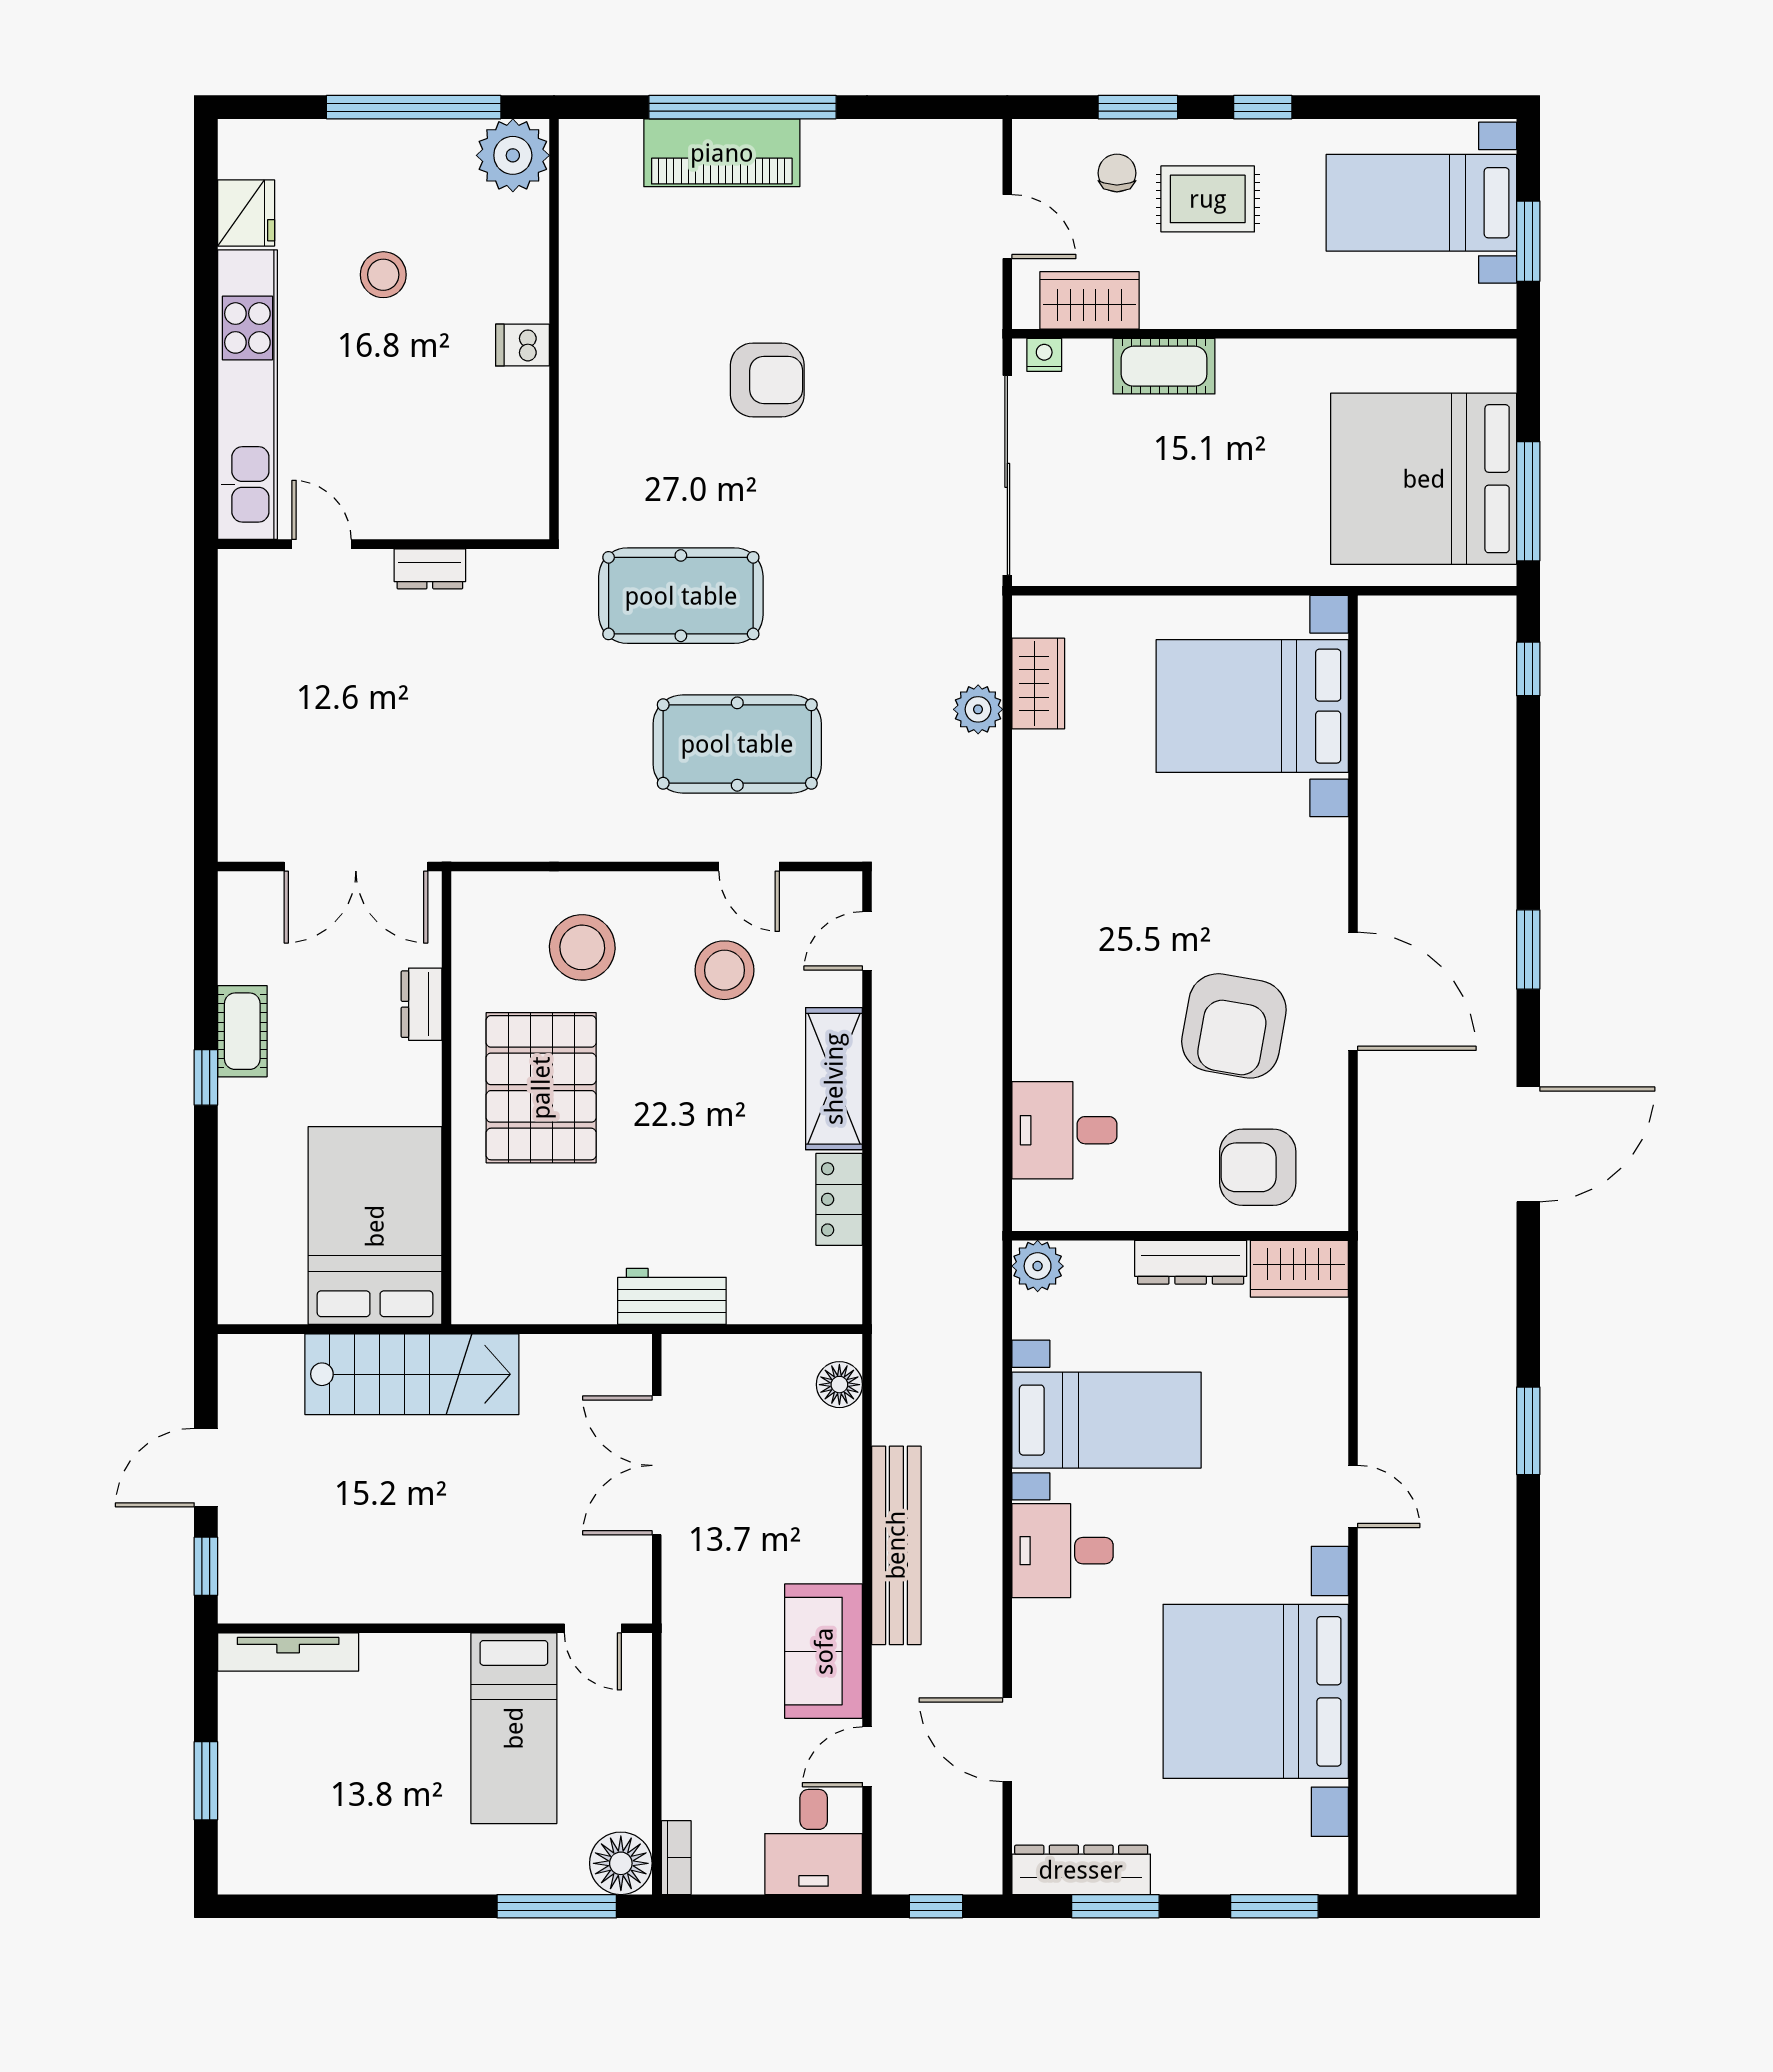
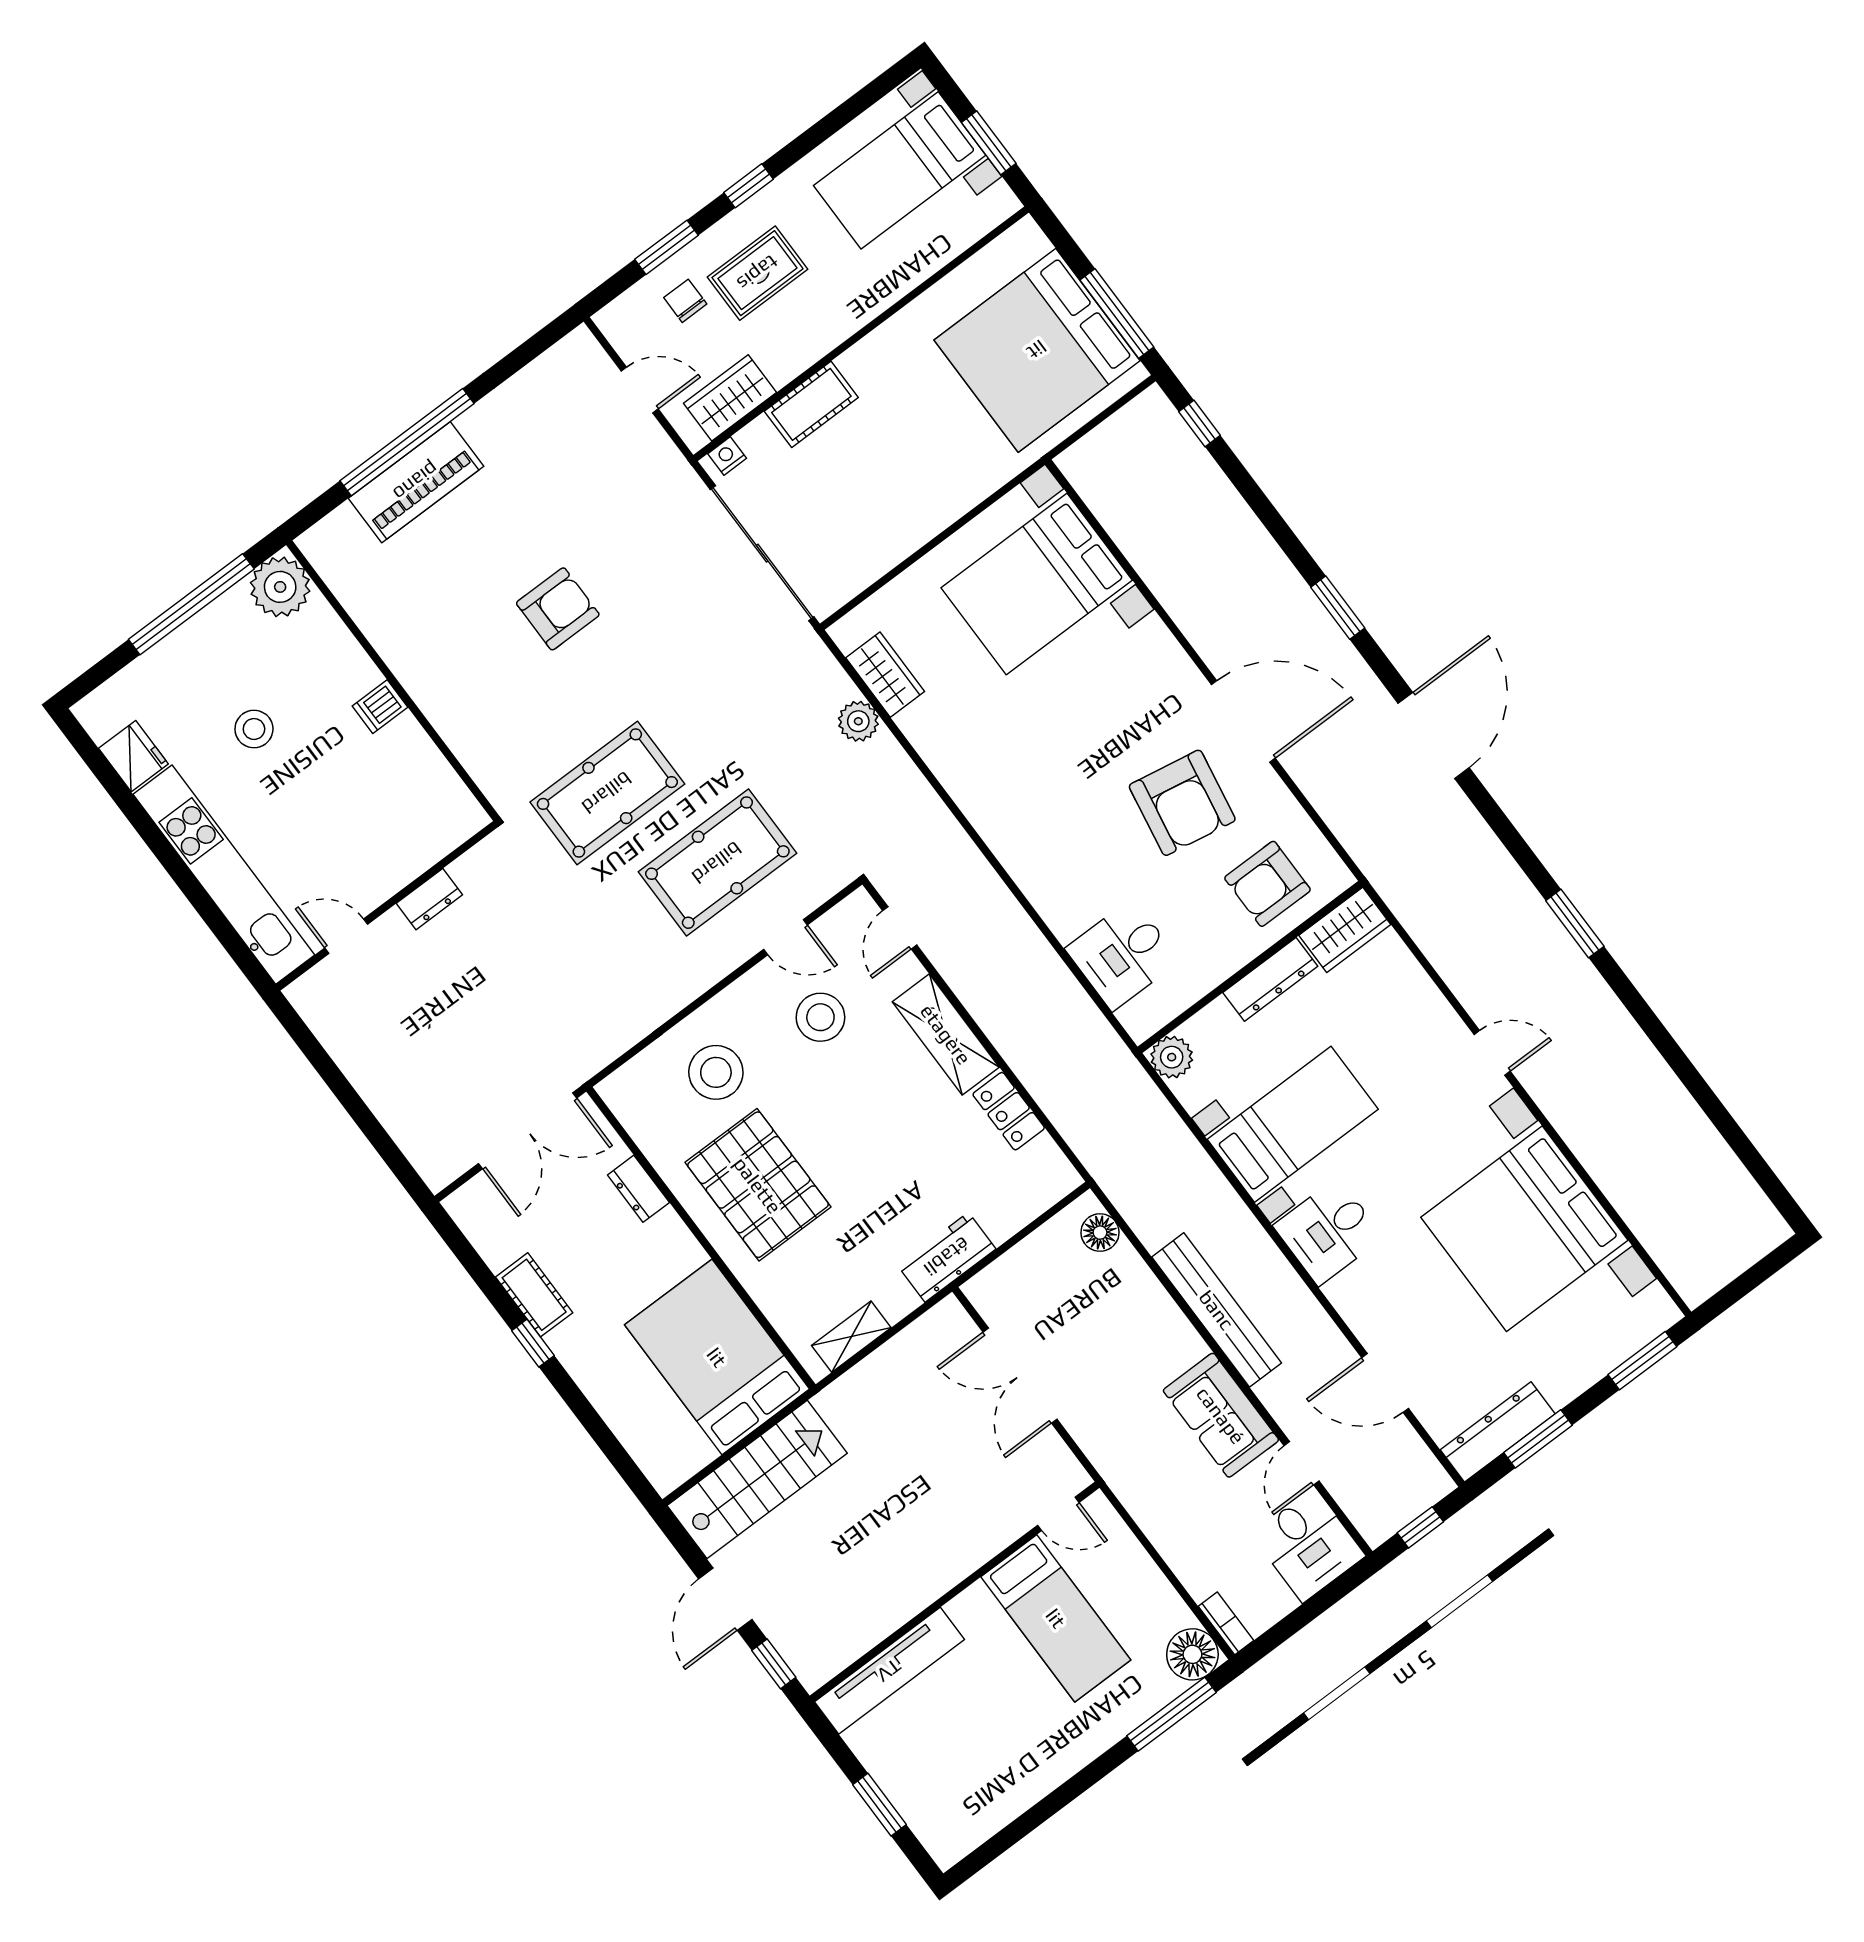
shelving: (521, 1304) -> (851, 1337), added
stairs: (412, 1374) -> (757, 1479), moved
tv unit: (288, 1652) -> (889, 1671), width x1.36, depth x1.29

